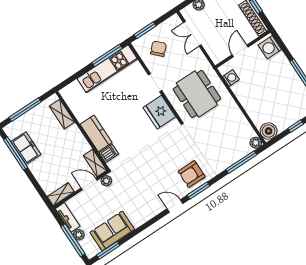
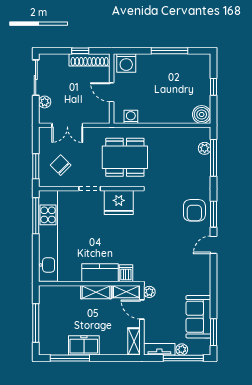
kitchen unit: (107, 69) -> (48, 236), width x1.36
shelving: (62, 114) -> (96, 292), moved
plant: (256, 143) -> (205, 148), moved
freezer: (26, 148) -> (84, 345), moved
door: (89, 184) -> (142, 309), hinge flipped

